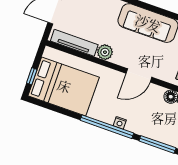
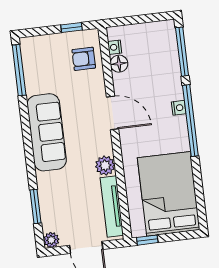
window: (32, 76) -> (147, 240), moved

